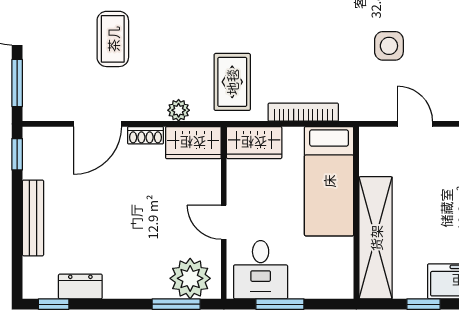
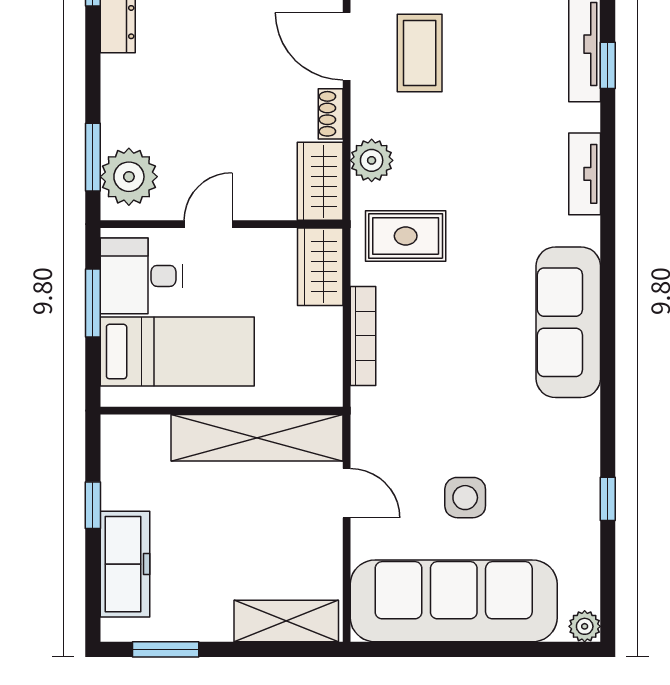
coffee table: (113, 39) -> (420, 53), moved, turned 90
side table: (389, 46) -> (465, 498), moved
plant: (179, 110) -> (372, 160), width x1.38, depth x1.38
door: (415, 124) -> (347, 493), hinge flipped
bed: (329, 181) -> (177, 352), moved, turned 180
shelving: (376, 238) -> (257, 438), moved

